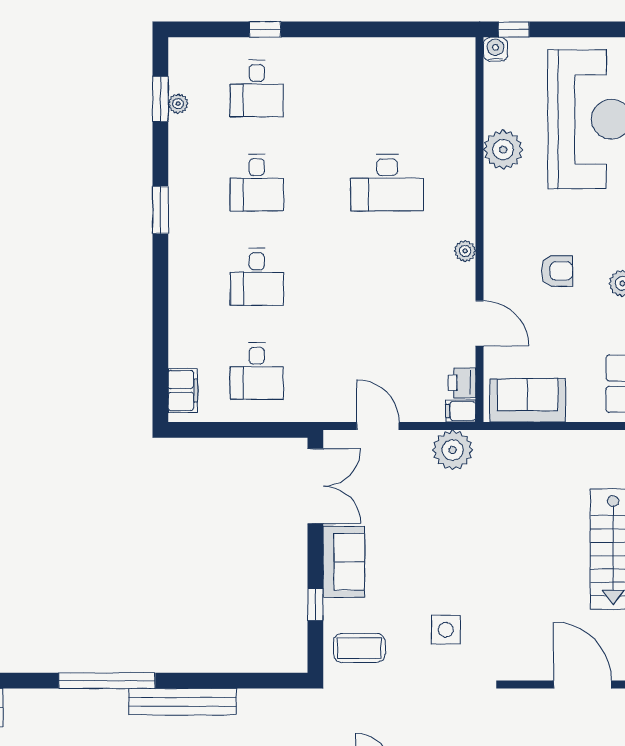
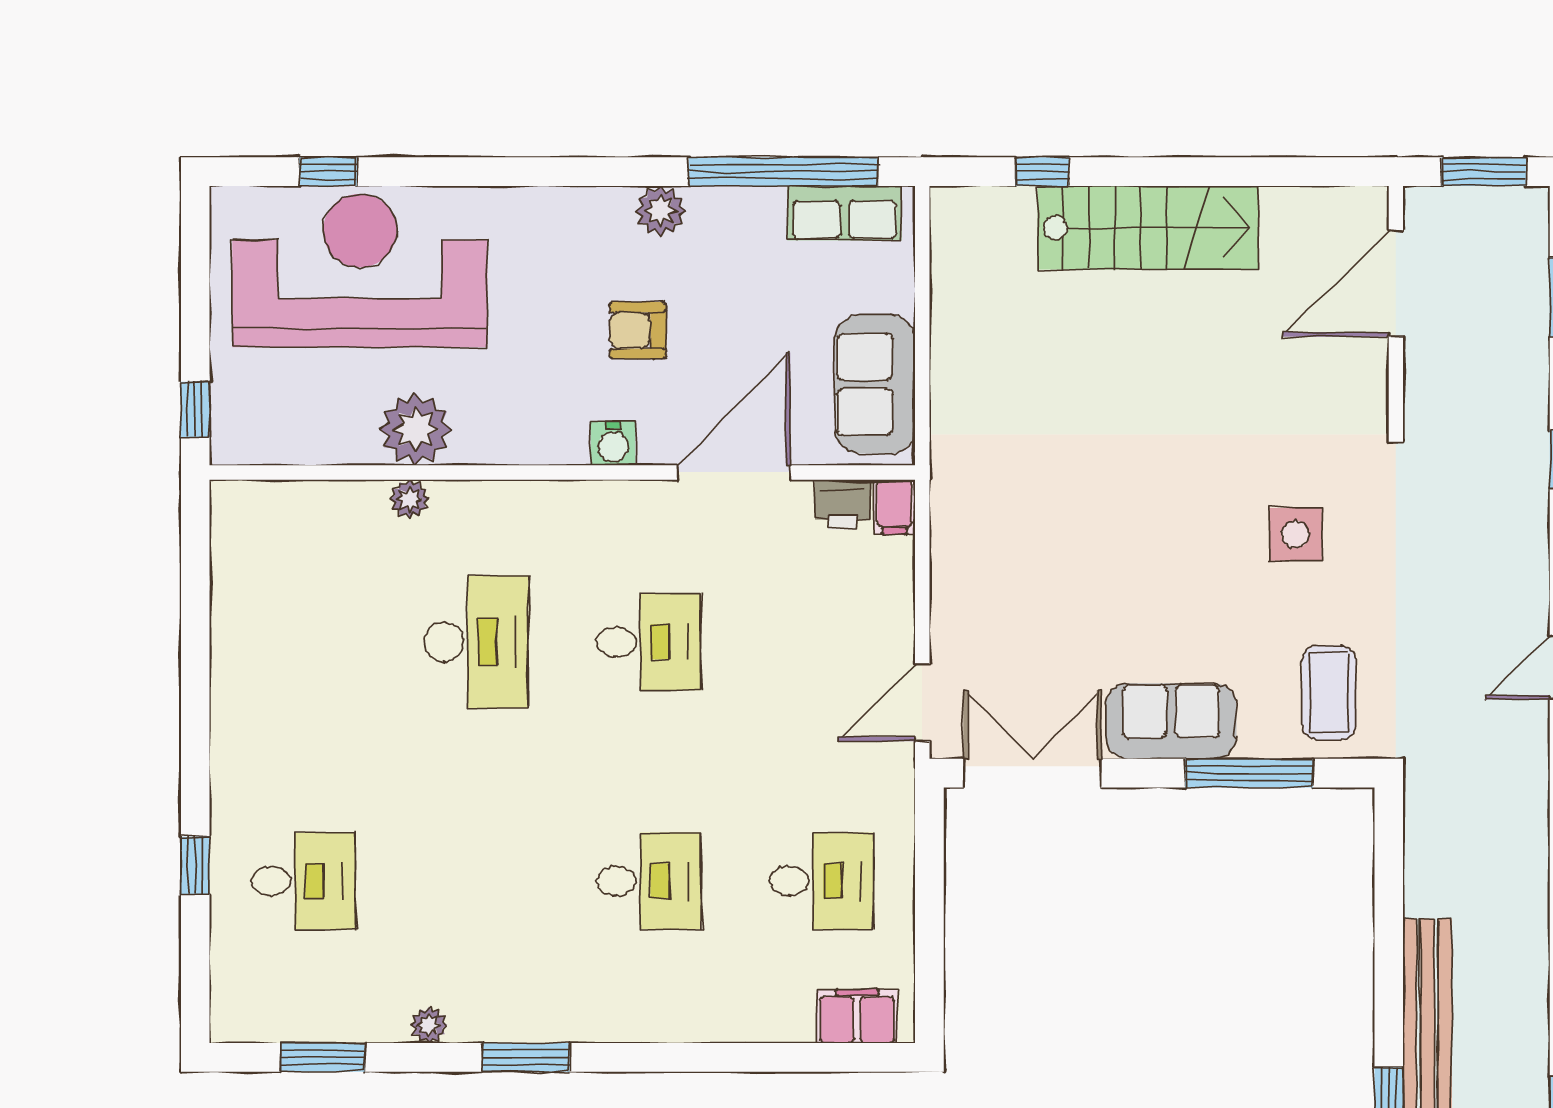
water cooler: (495, 49) -> (613, 443), moved, turned -90
plant: (178, 104) -> (429, 1025), moved
desk: (257, 183) -> (649, 642), moved
plant: (465, 251) -> (410, 499), moved
armchair: (557, 271) -> (638, 330), turned -90
door: (480, 323) -> (734, 472), width x1.36
door: (378, 426) -> (922, 702), moved
plant: (453, 450) -> (966, 522), removed
window: (315, 604) -> (1249, 773), width x2.17

